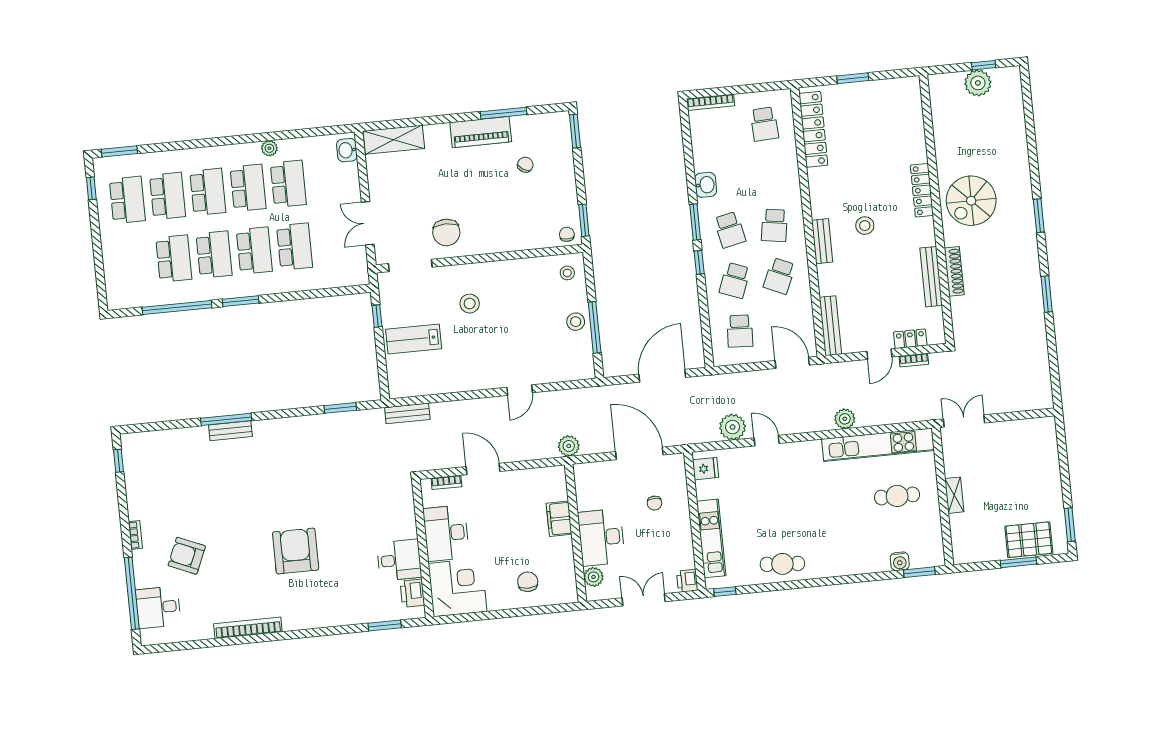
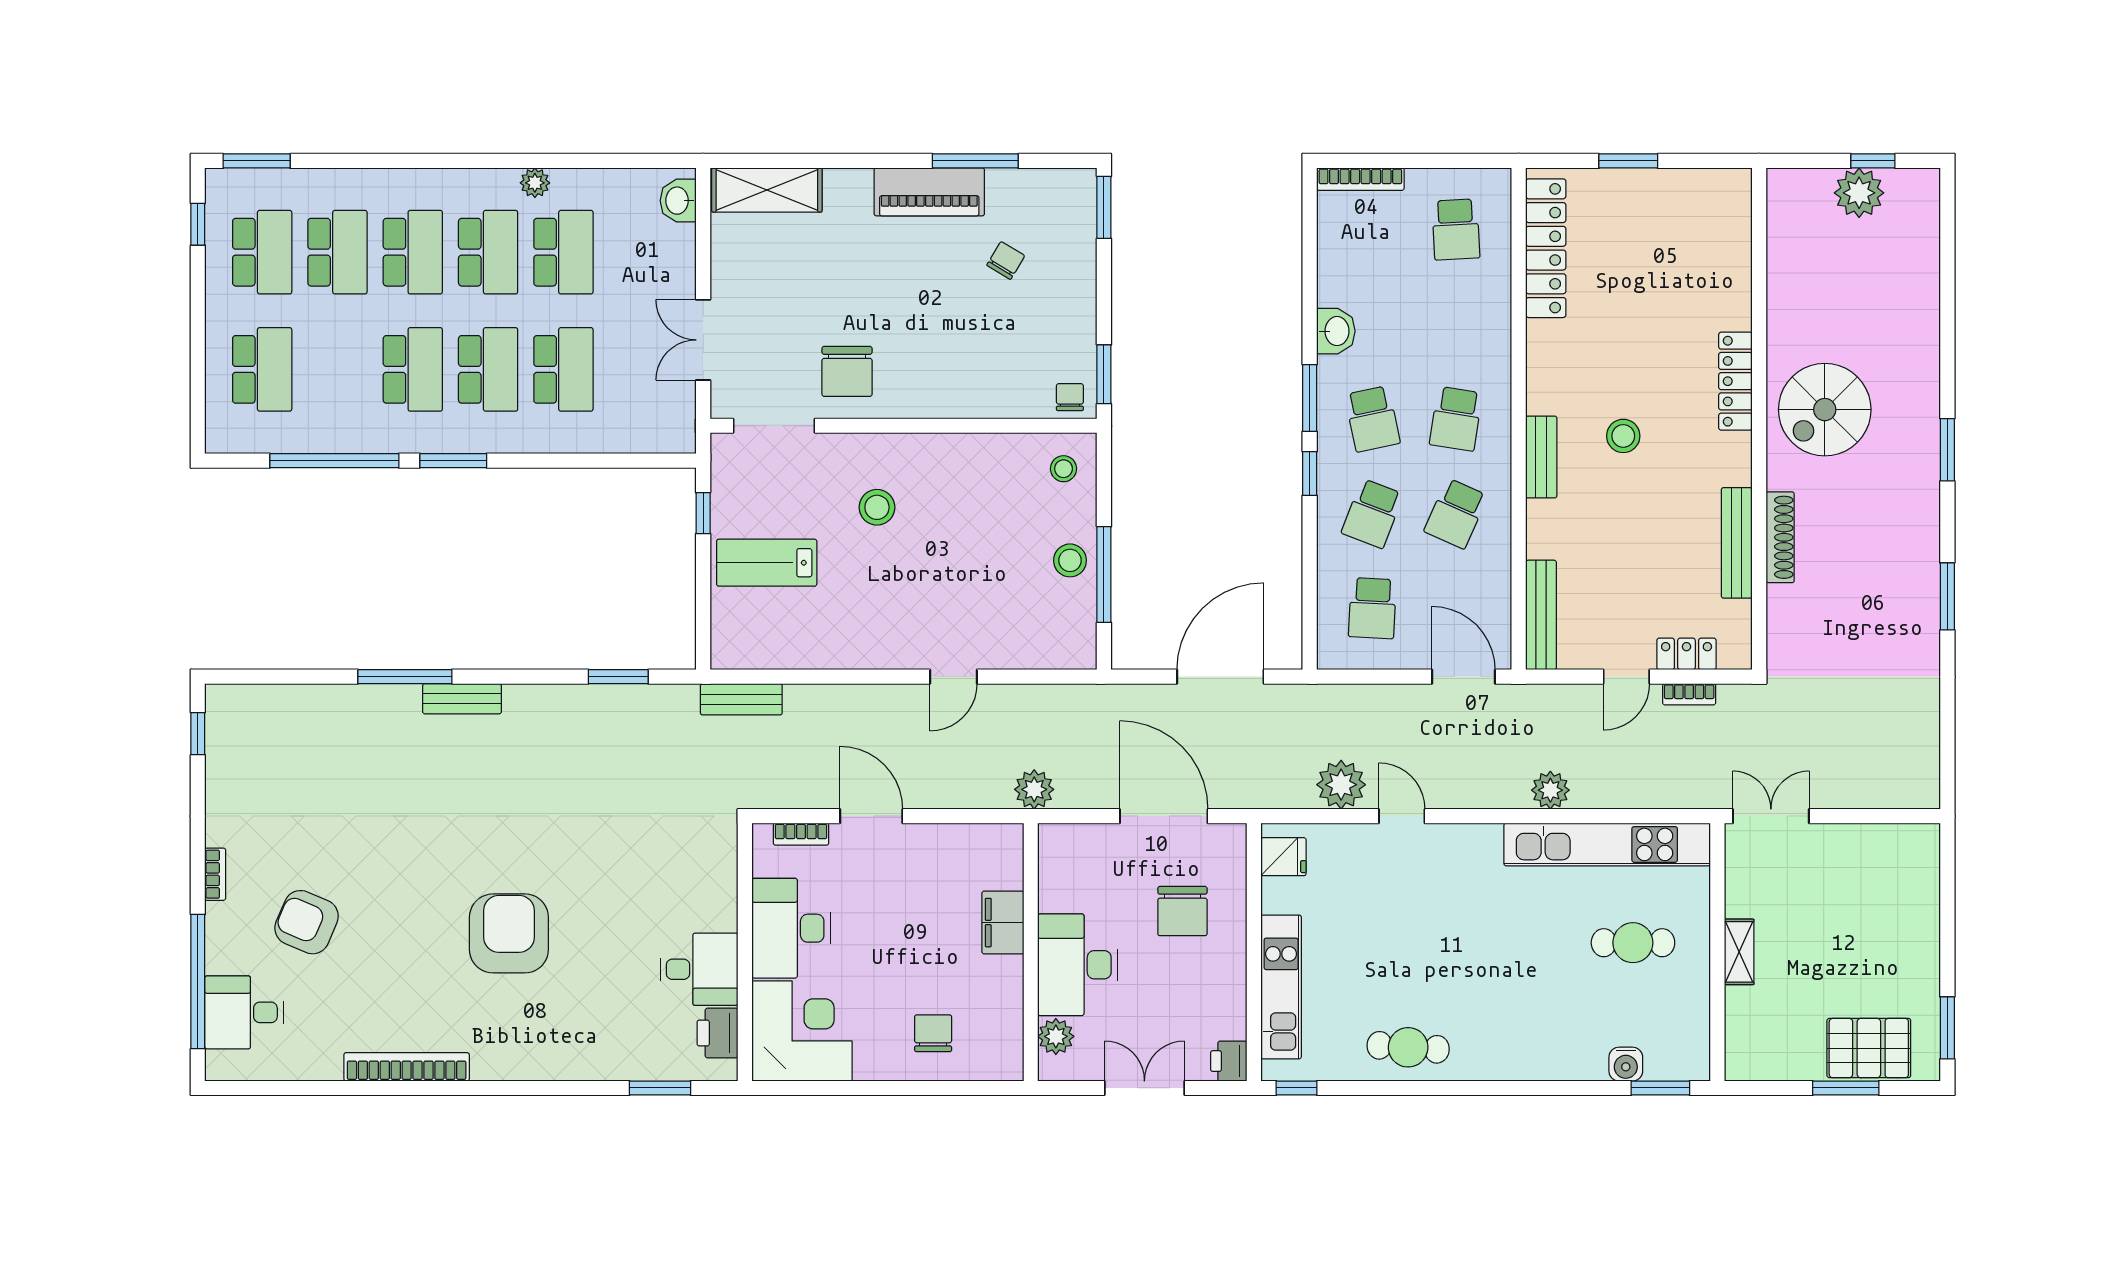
school desk: (174, 259) -> (262, 369), moved
bench: (230, 431) -> (462, 699), moved
chair: (654, 503) -> (1182, 911), width x1.87, depth x1.87

